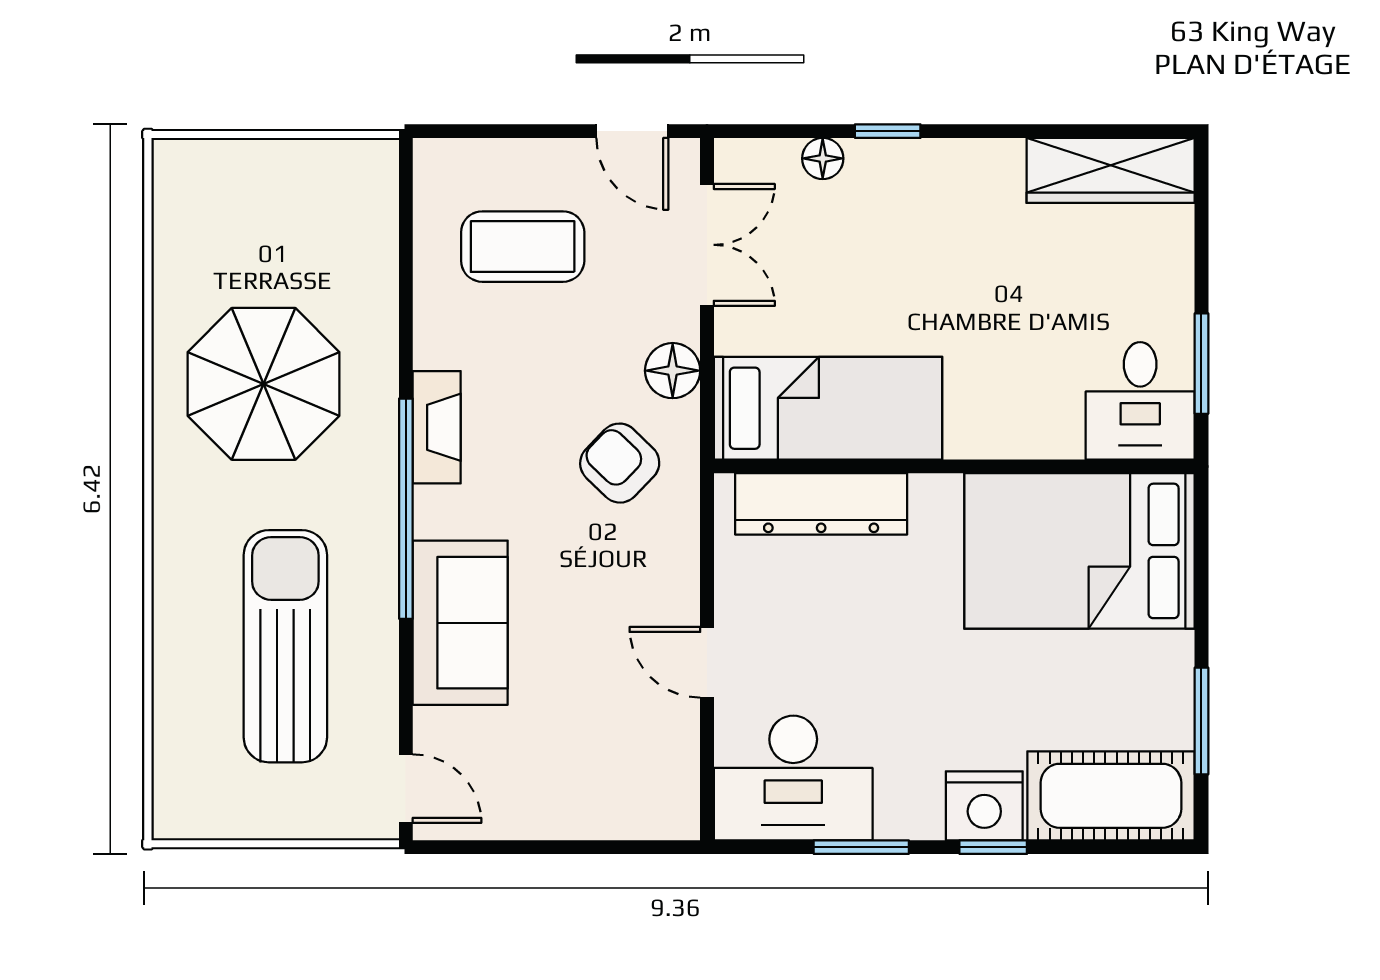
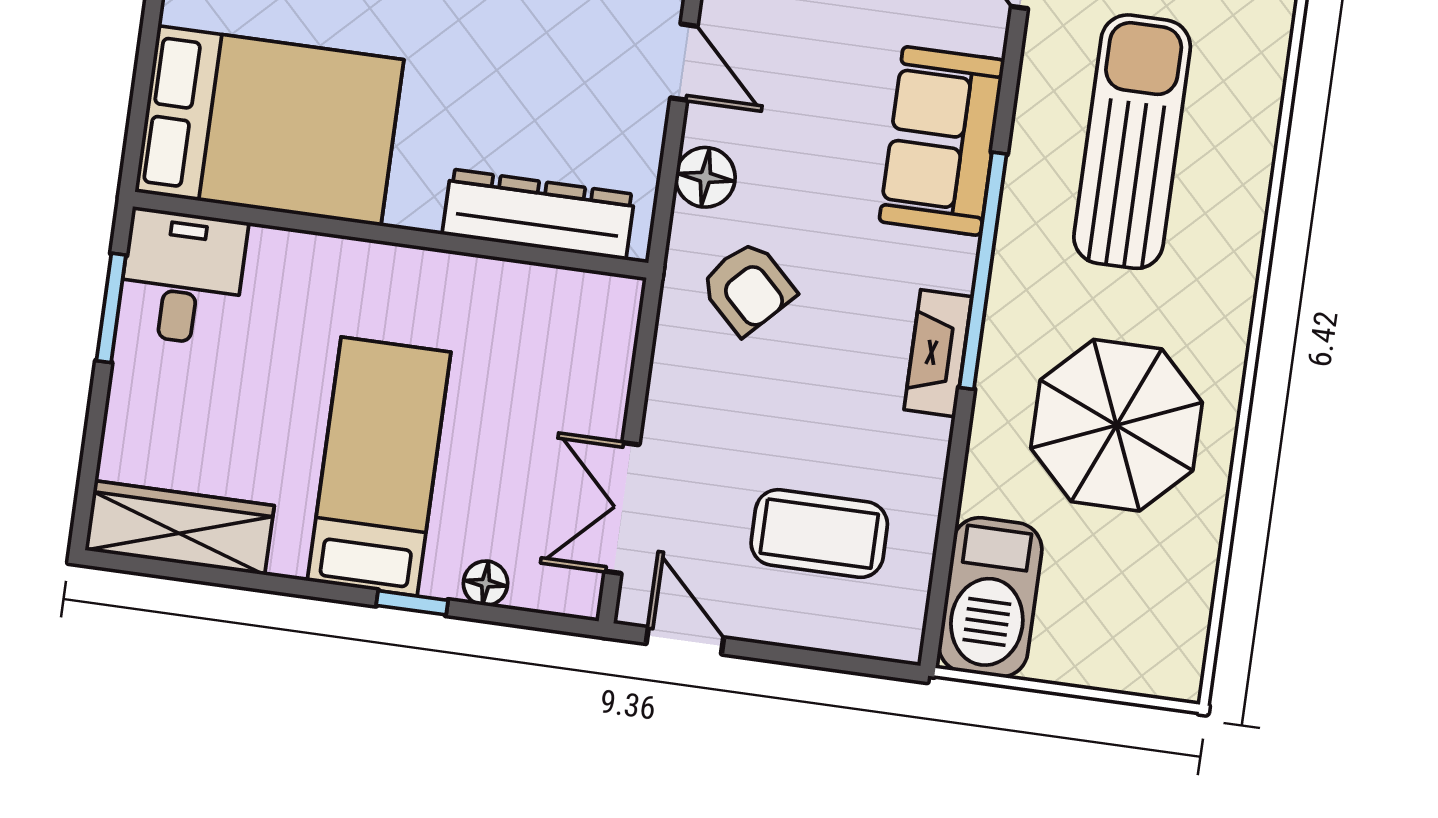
barbecue: (358, 210) -> (990, 597), added
floor lamp: (673, 371) -> (705, 177), moved
bed: (828, 408) -> (379, 466), moved, turned 90
sun lounger: (285, 646) -> (1132, 142), turned 180

